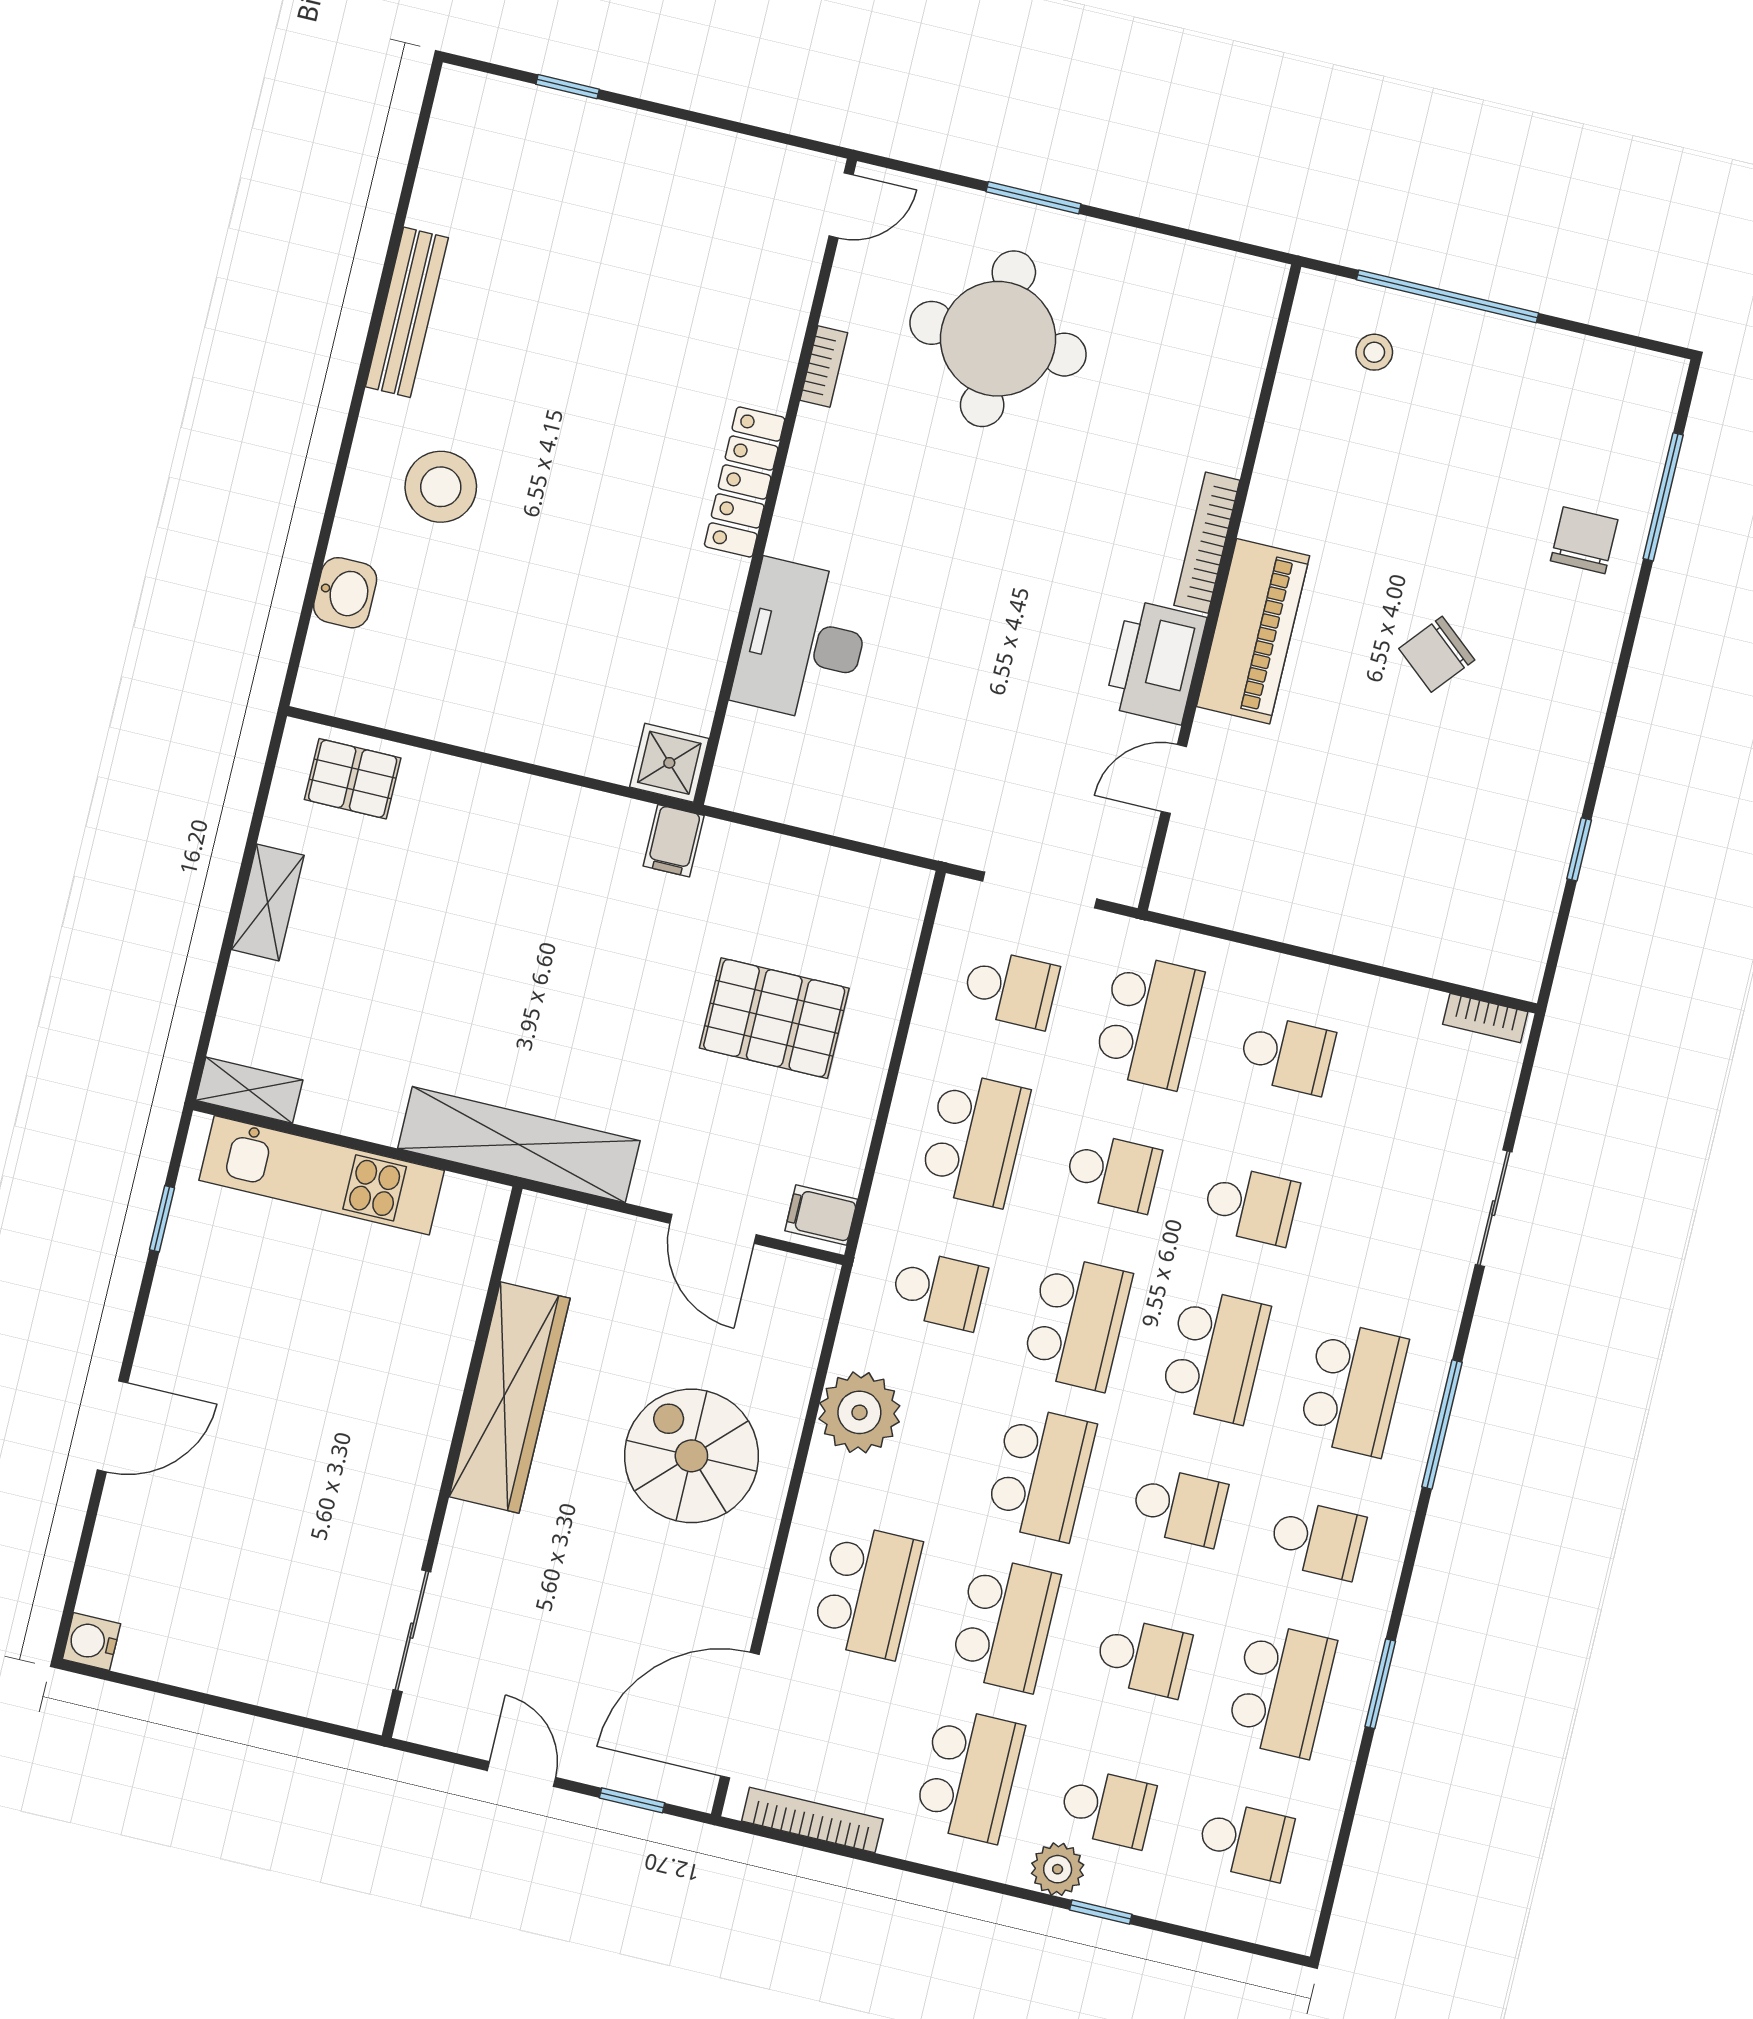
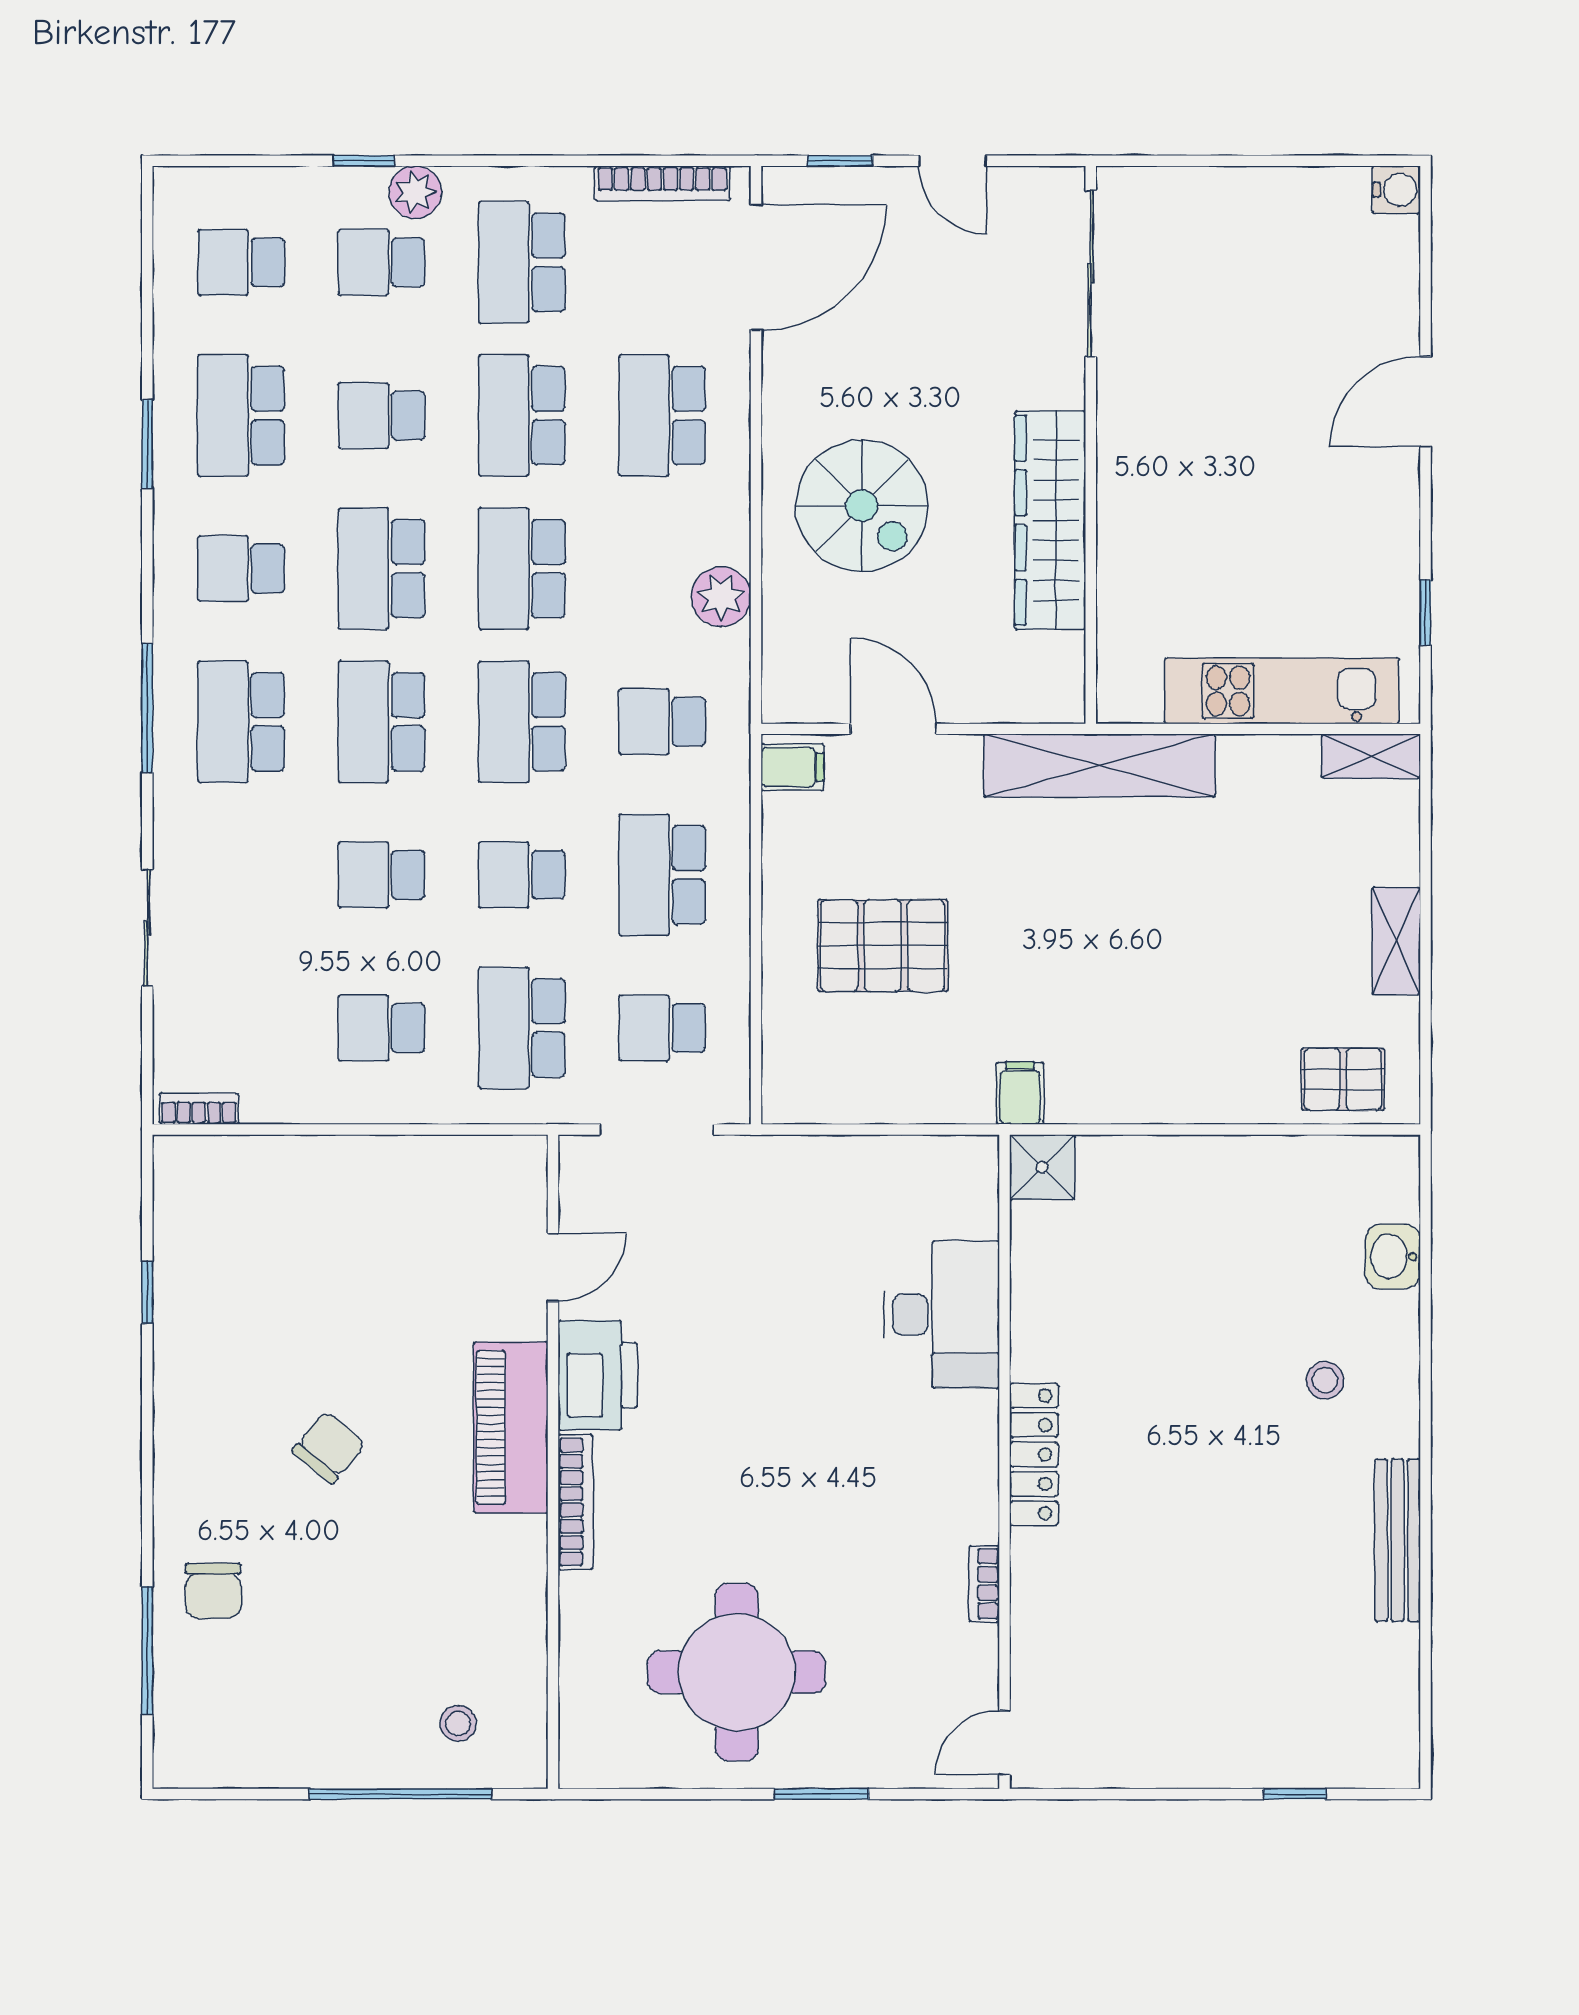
round table: (998, 339) -> (737, 1672), moved
stool: (441, 487) -> (1325, 1380), width x0.53, depth x0.53
plant: (859, 1412) -> (721, 597), width x0.73, depth x0.73
school desk: (1179, 1507) -> (381, 569), width x1.85
sliding door: (412, 1631) -> (1091, 274), width x1.37

